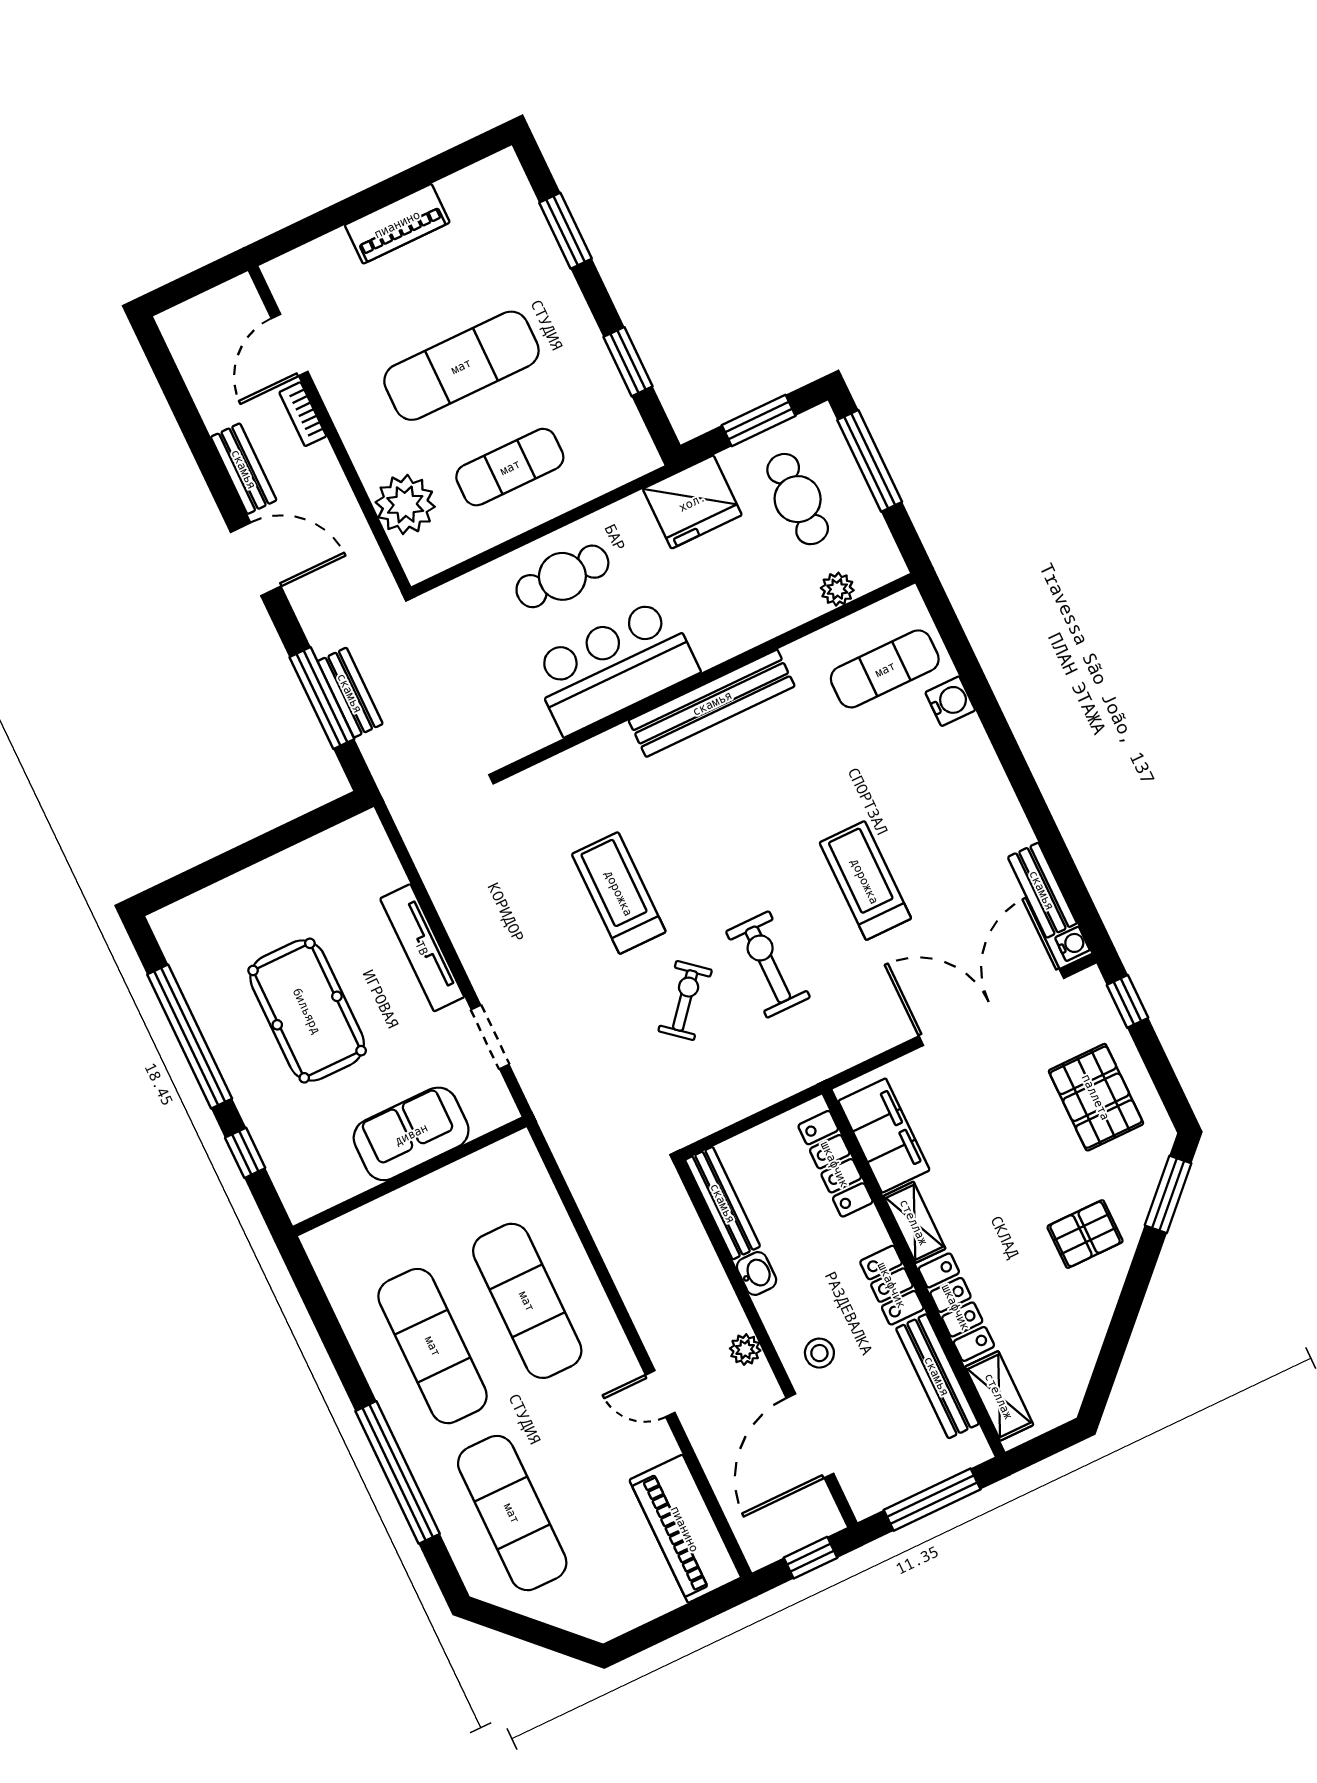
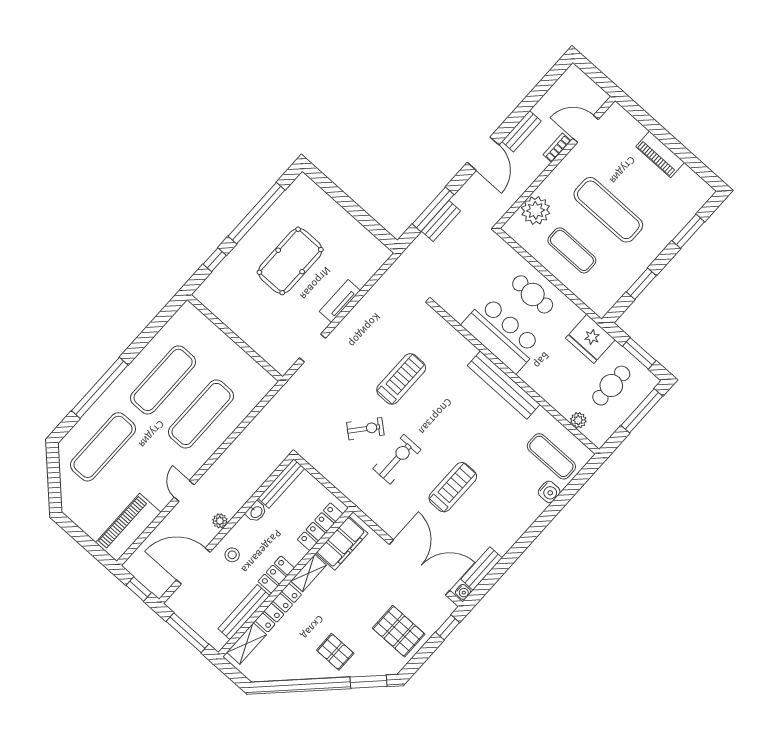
tv unit: (422, 948) -> (340, 301), width x0.71
pallet: (1096, 1097) -> (399, 631), turned 90
sofa: (411, 1134) -> (254, 331), removed

